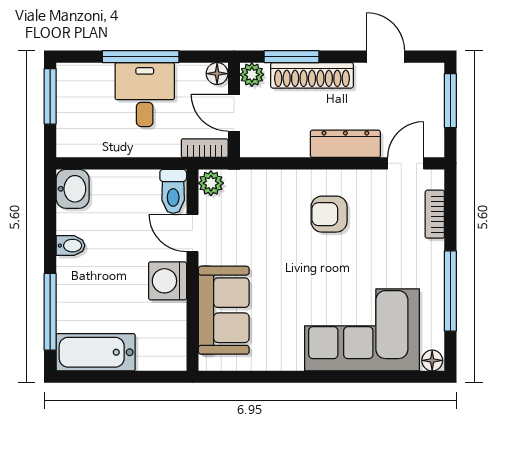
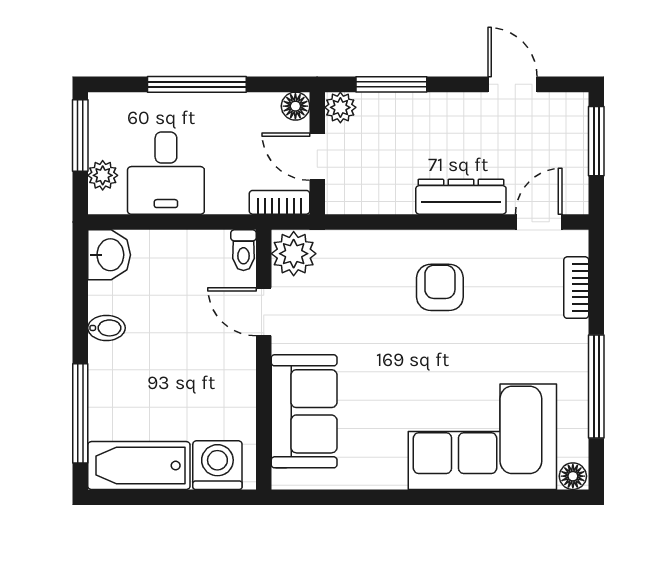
shoe rack: (312, 75) -> (418, 108), removed
desk: (145, 95) -> (166, 173), moved, turned 180
plant: (68, 127) -> (103, 175), added
plant: (211, 183) -> (294, 254), width x1.38, depth x1.38
toilet: (173, 191) -> (243, 250), width x0.73, depth x0.72
armchair: (329, 214) -> (440, 287), turned 90
washing machine: (168, 281) -> (217, 465), moved, turned 90

